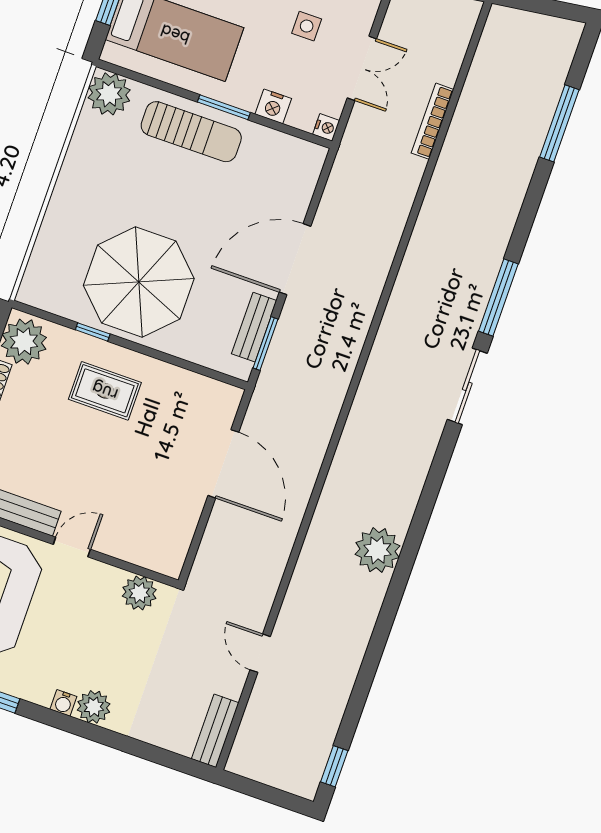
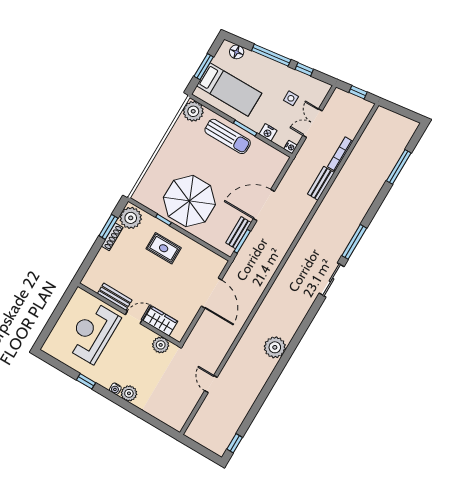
double door: (362, 68) -> (312, 123), swing flipped
wardrobe: (129, 543) -> (160, 321), added
bench: (215, 731) -> (321, 183), moved

